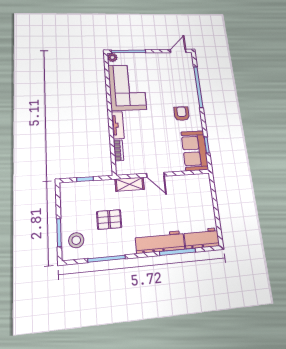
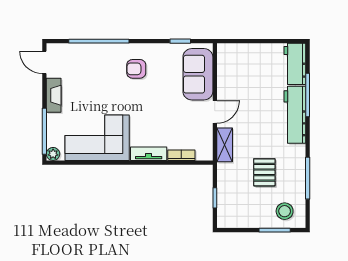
fireplace: (155, 57) -> (54, 95), added
sofa: (195, 151) -> (198, 74), moved, turned 90

